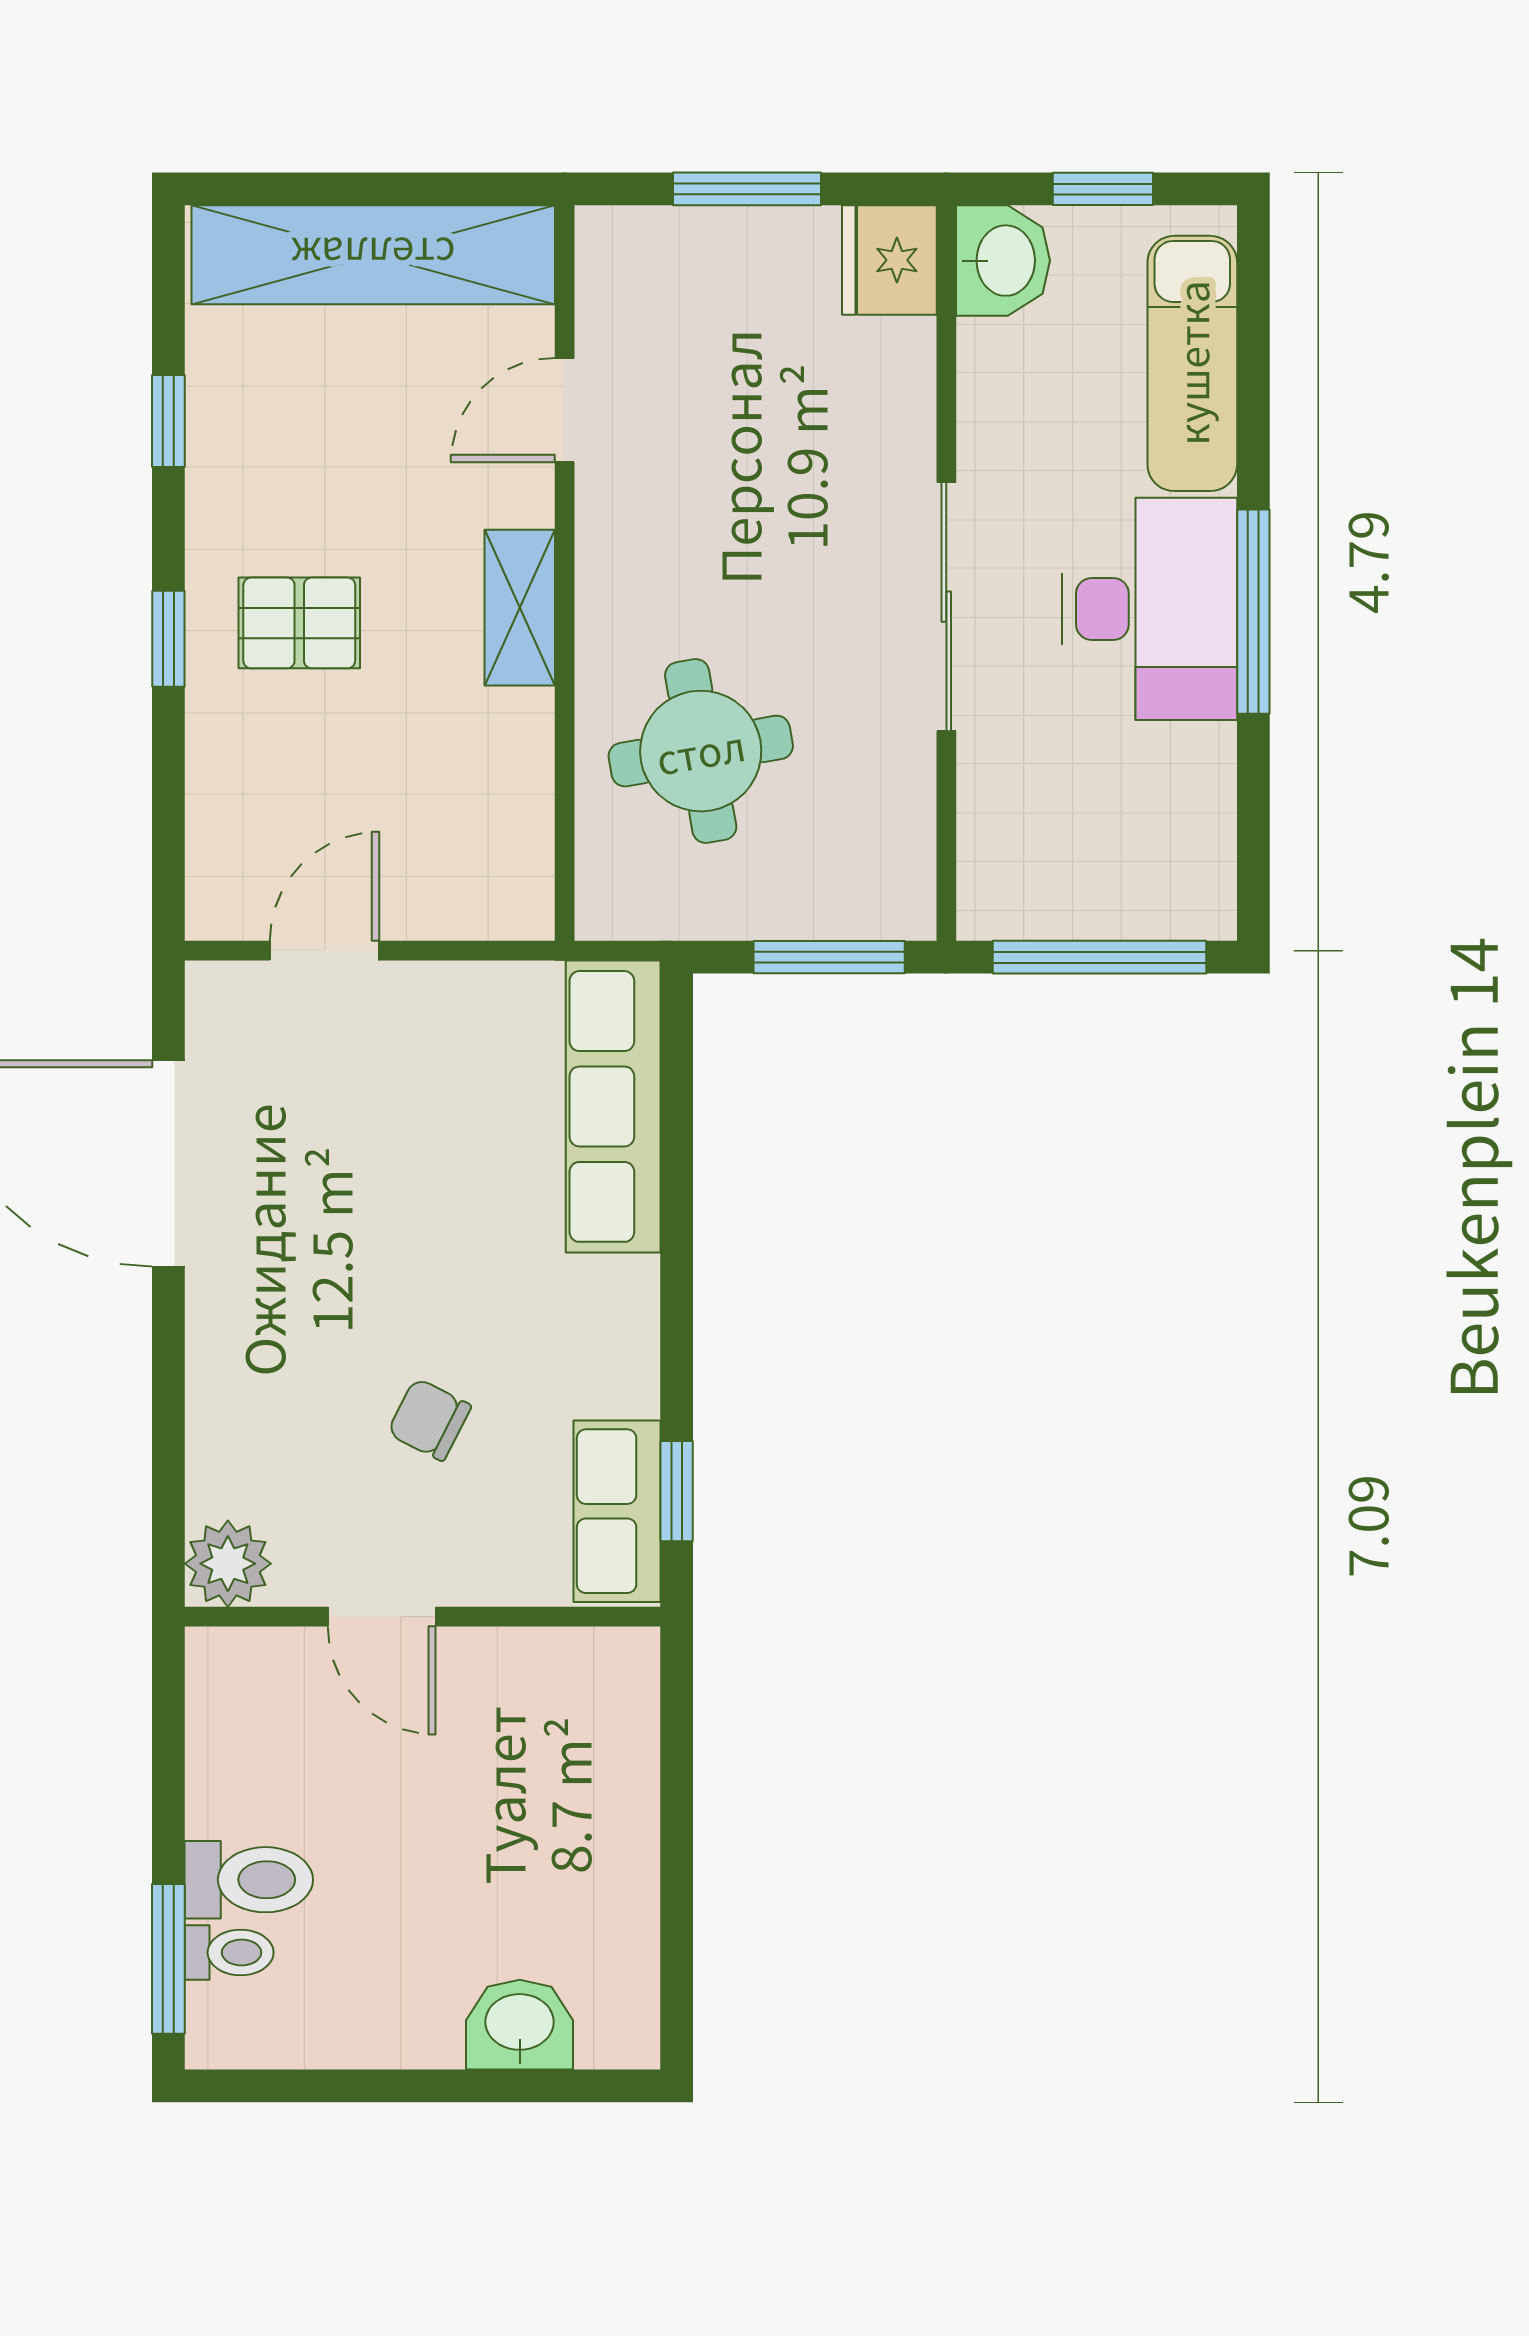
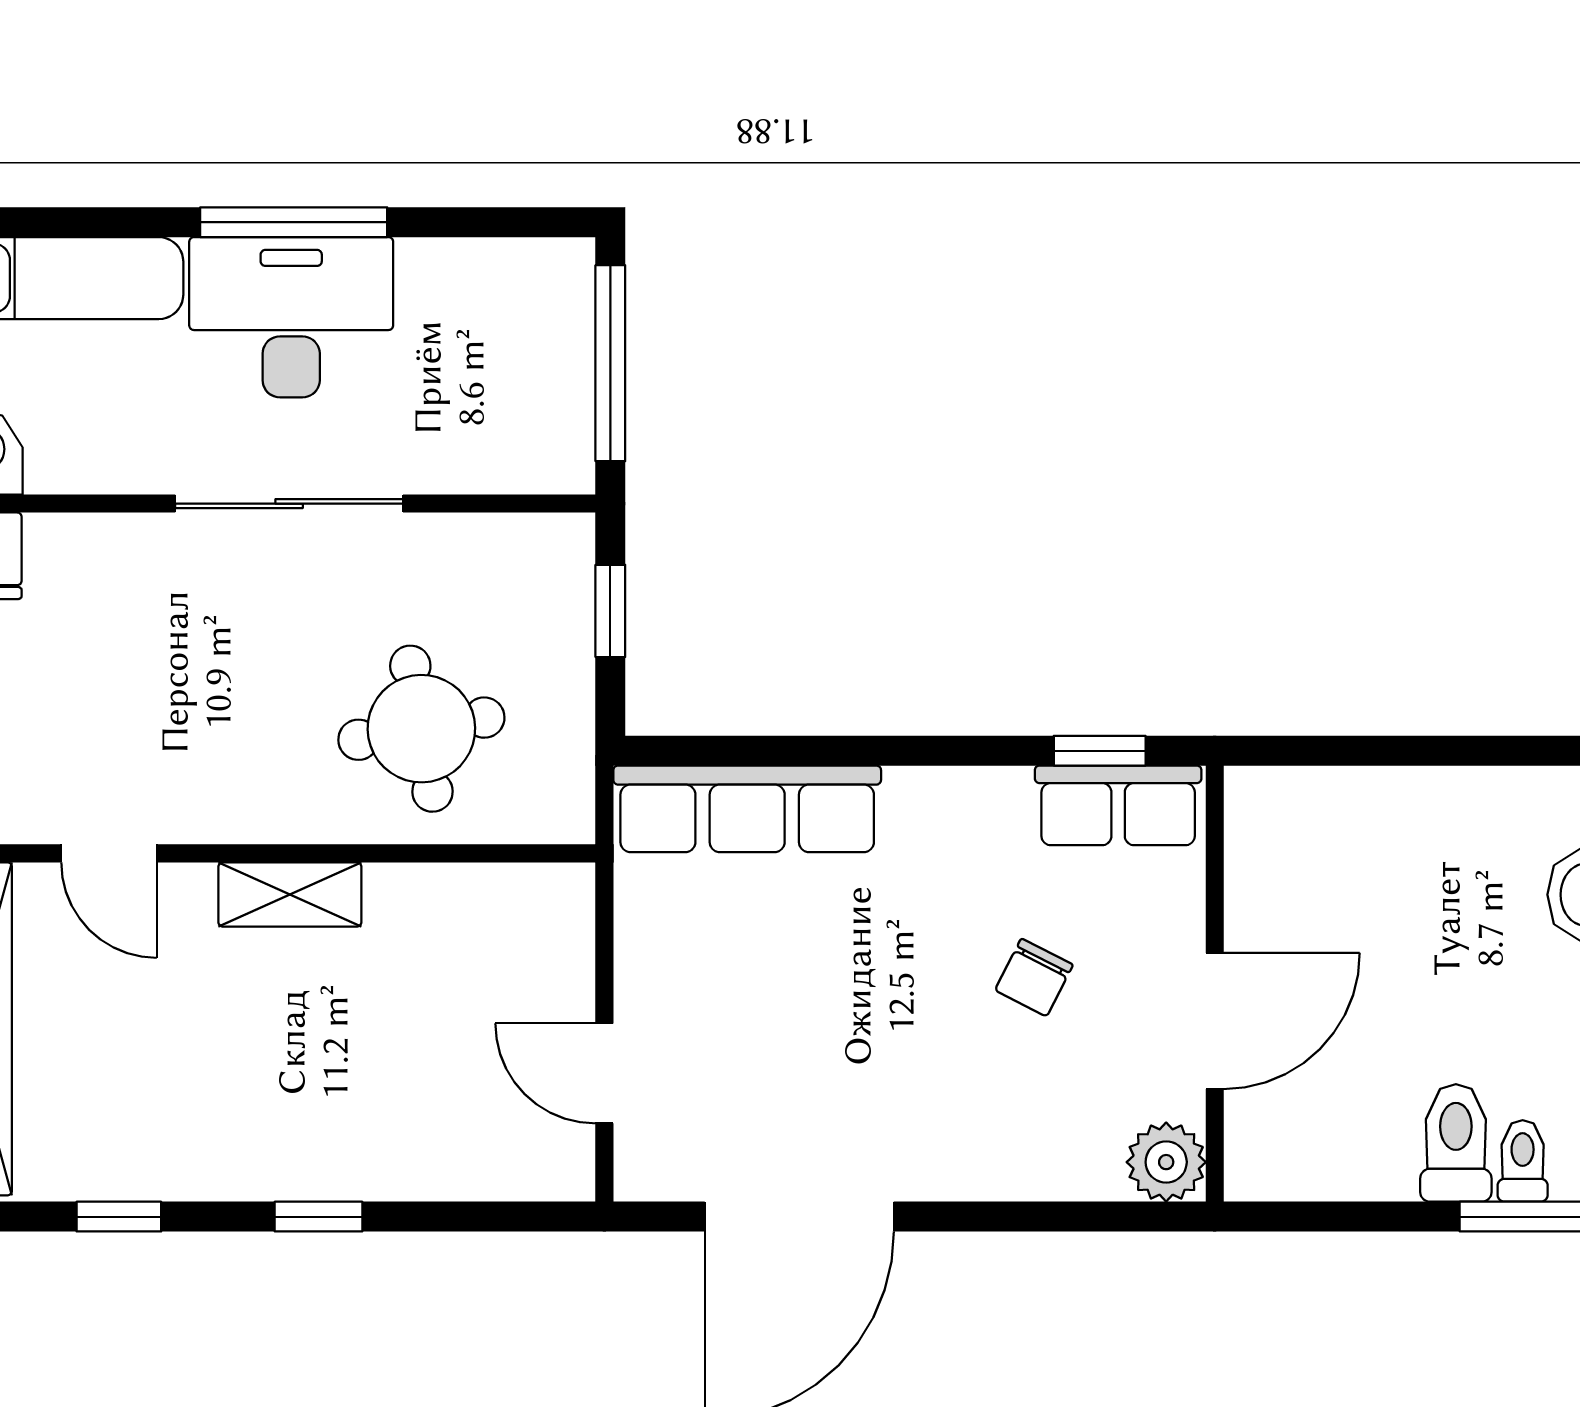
pallet: (299, 623) -> (304, 1097), removed
window: (829, 957) -> (610, 611), width x0.67
door: (382, 1617) -> (1215, 1021), width x1.37

